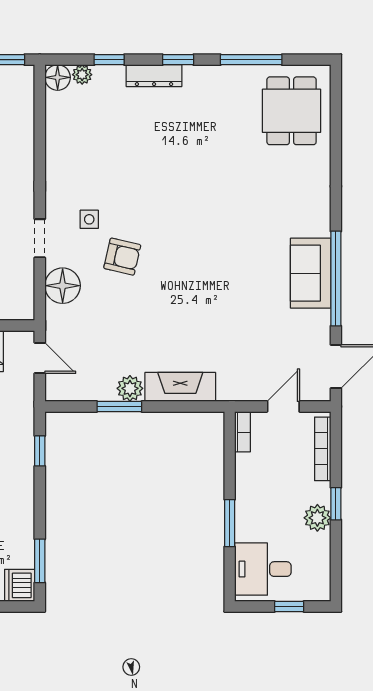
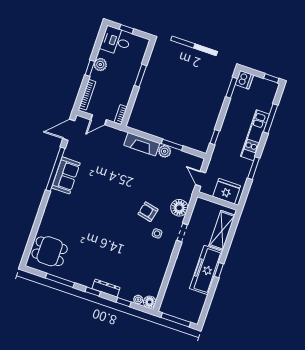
dining table: (292, 111) -> (50, 251), turned 90
desk: (263, 569) -> (116, 41), moved, turned 180

